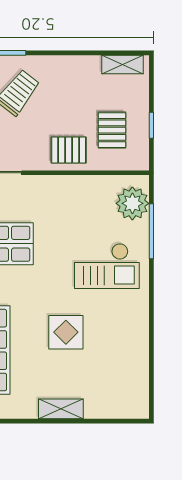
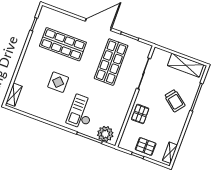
pallet: (112, 130) -> (146, 146), moved
shelving: (61, 409) -> (14, 95), moved

